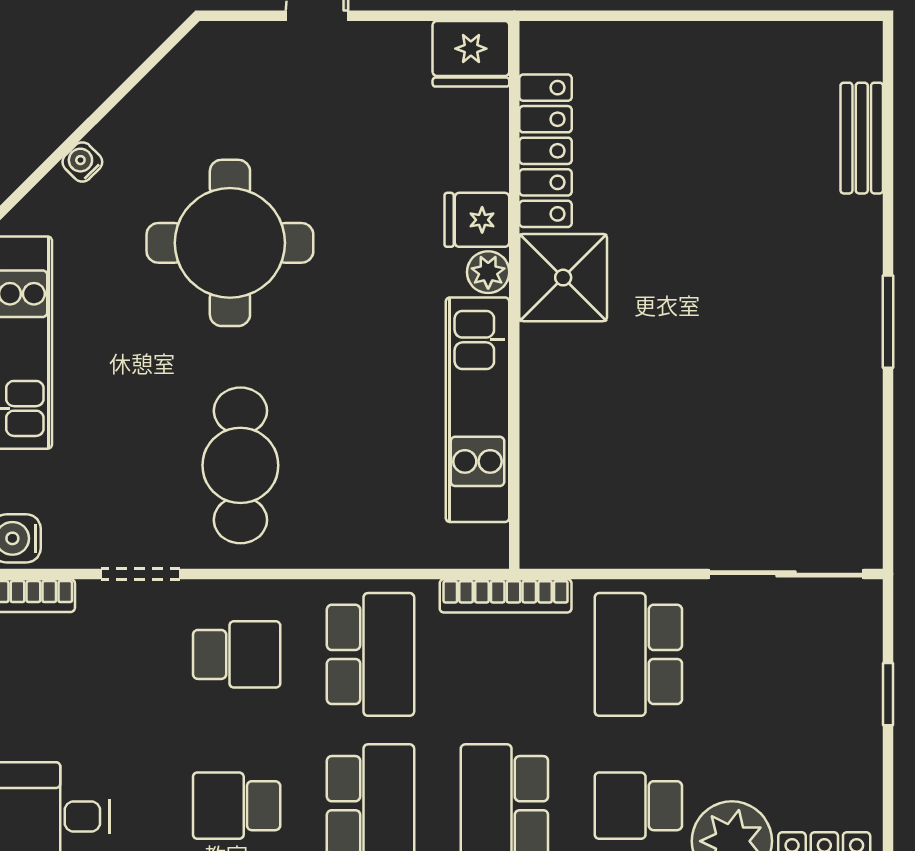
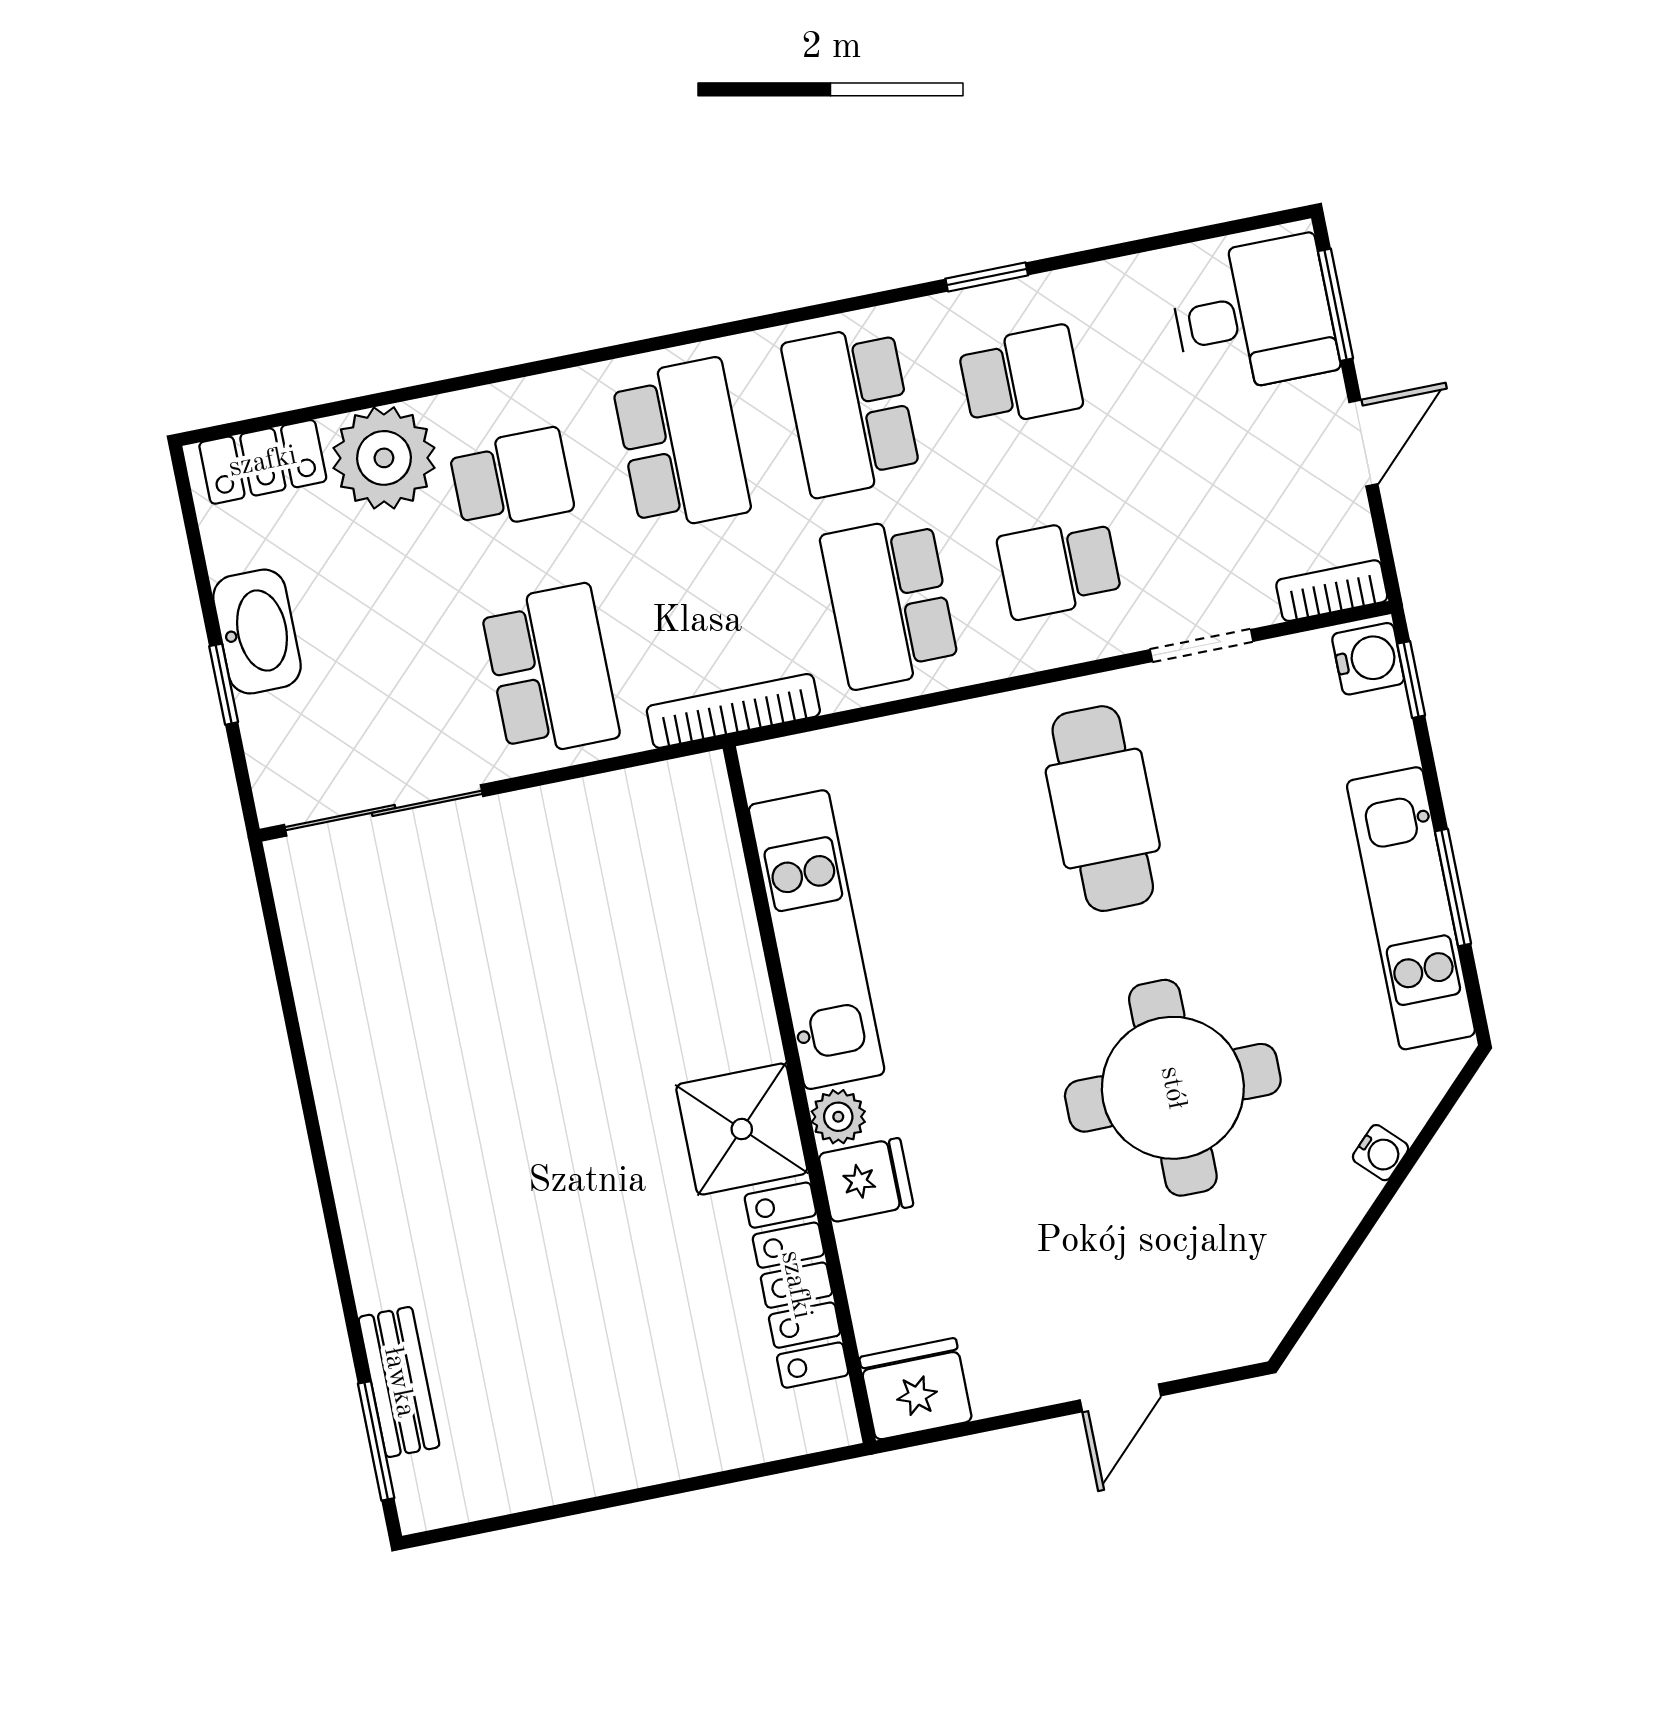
window: (888, 322) -> (376, 1441), moved
washbasin: (855, 729) -> (257, 632), added

